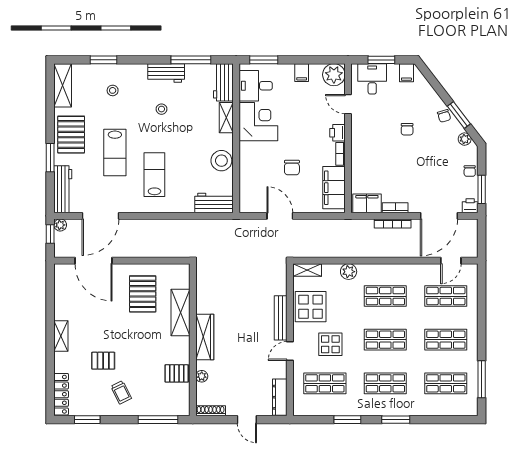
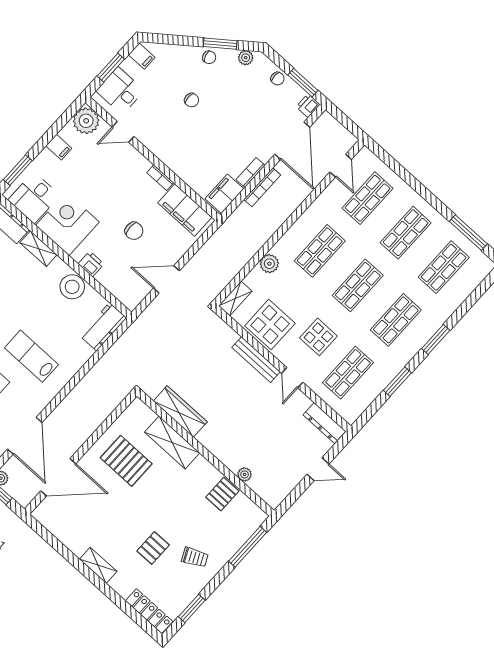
printer: (337, 133) -> (91, 264), moved, turned 180
wardrobe: (205, 337) -> (180, 411), moved
shoe rack: (211, 411) -> (282, 494), removed

